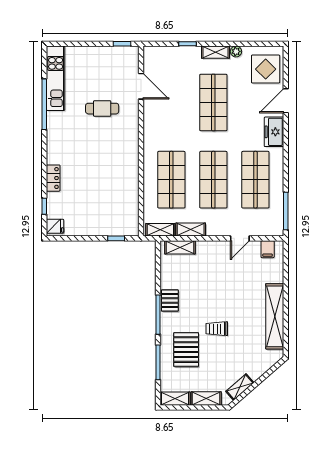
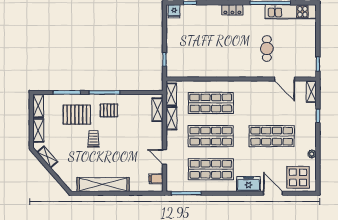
shelving: (215, 52) -> (311, 92), moved
door: (141, 86) -> (285, 79), hinge flipped
locker: (53, 178) -> (232, 10), moved
pallet: (170, 300) -> (109, 110), moved

